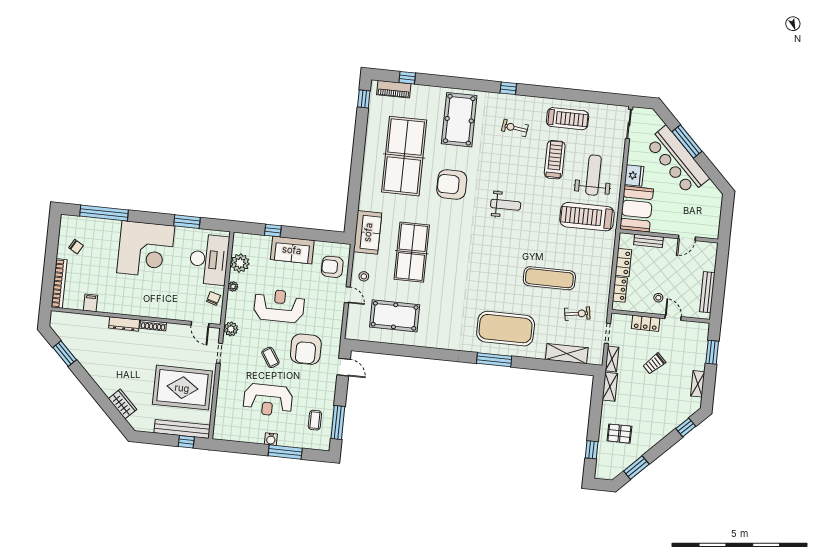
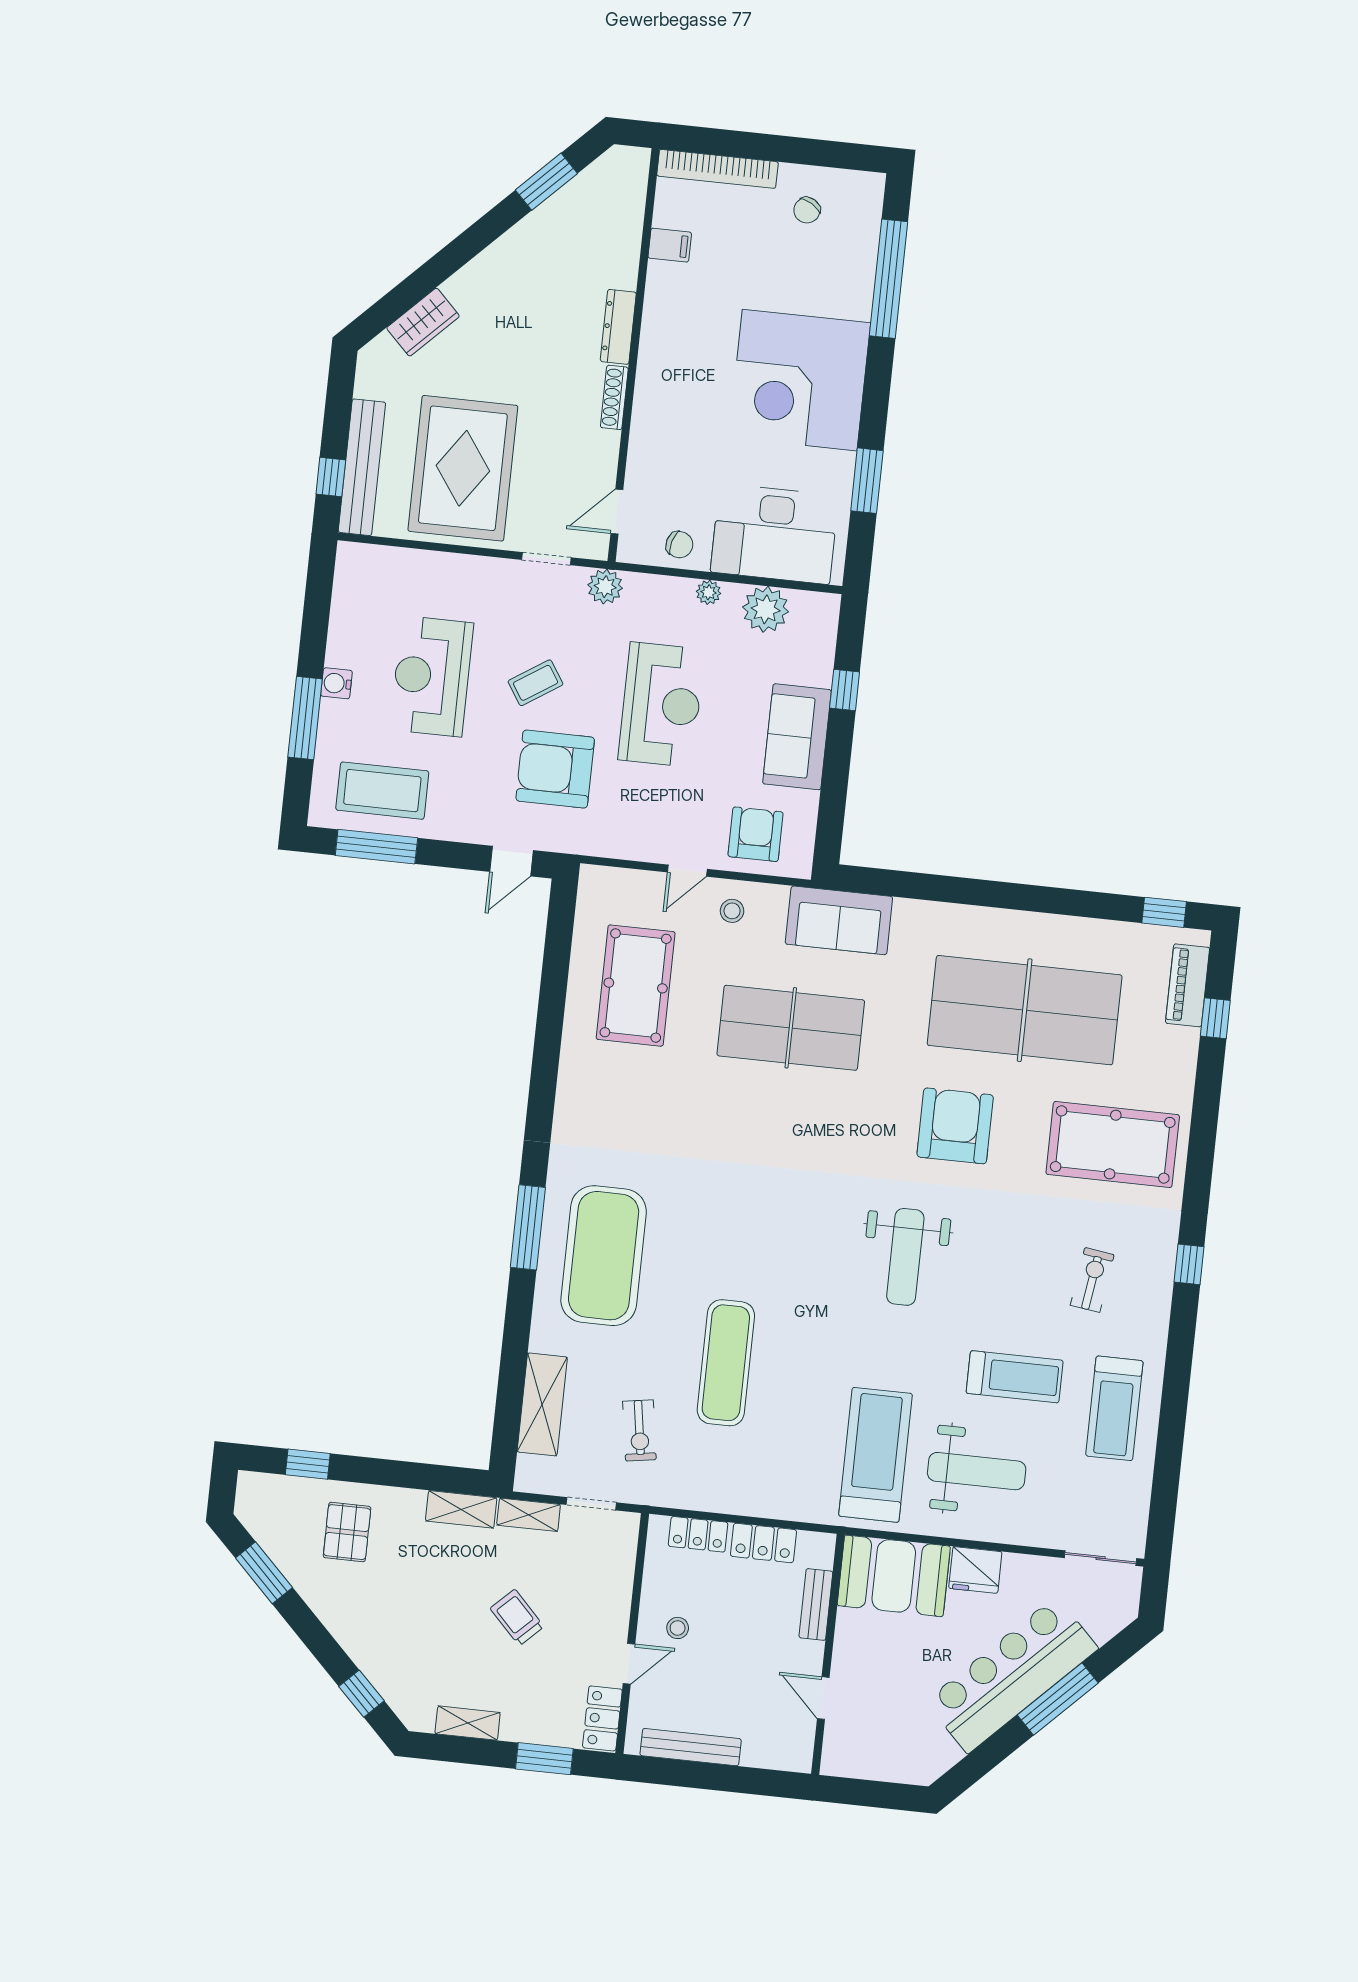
weight bench: (506, 205) -> (905, 1257), width x1.36, depth x1.33
locker: (646, 323) -> (602, 1718), moved
coffee table: (315, 420) -> (382, 791), width x1.86, depth x1.72

